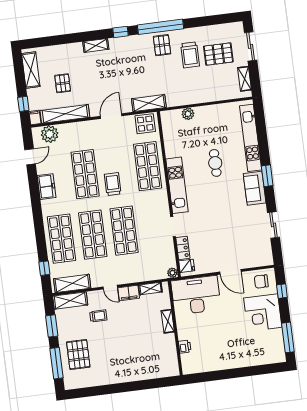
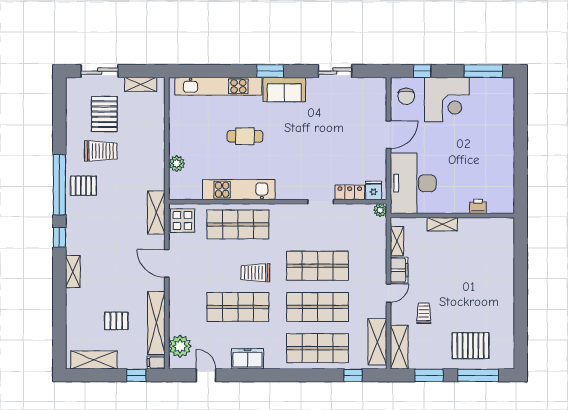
kitchen unit: (177, 185) -> (239, 190), moved

